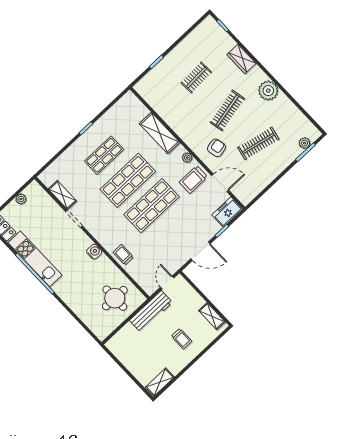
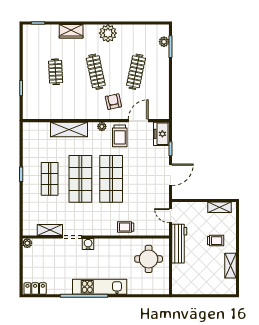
plant: (21, 199) -> (27, 243), moved
water cooler: (94, 252) -> (88, 244), moved
kitchen unit: (35, 259) -> (100, 287), moved
shelving: (160, 382) -> (230, 266), moved

